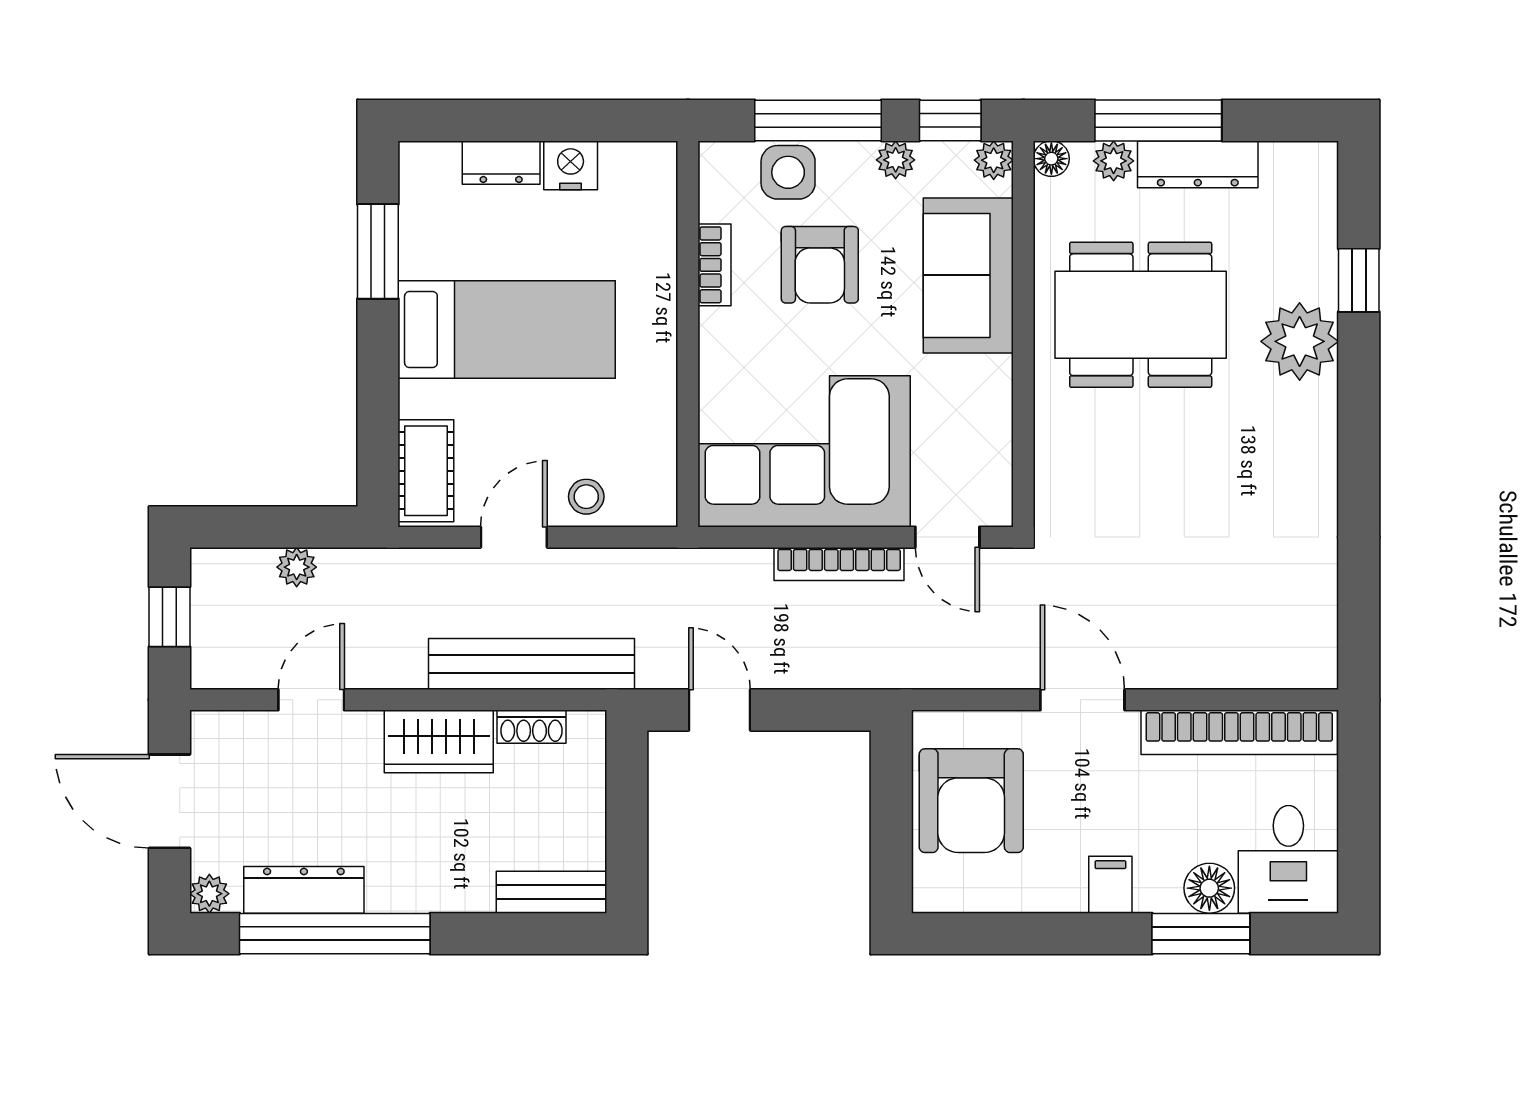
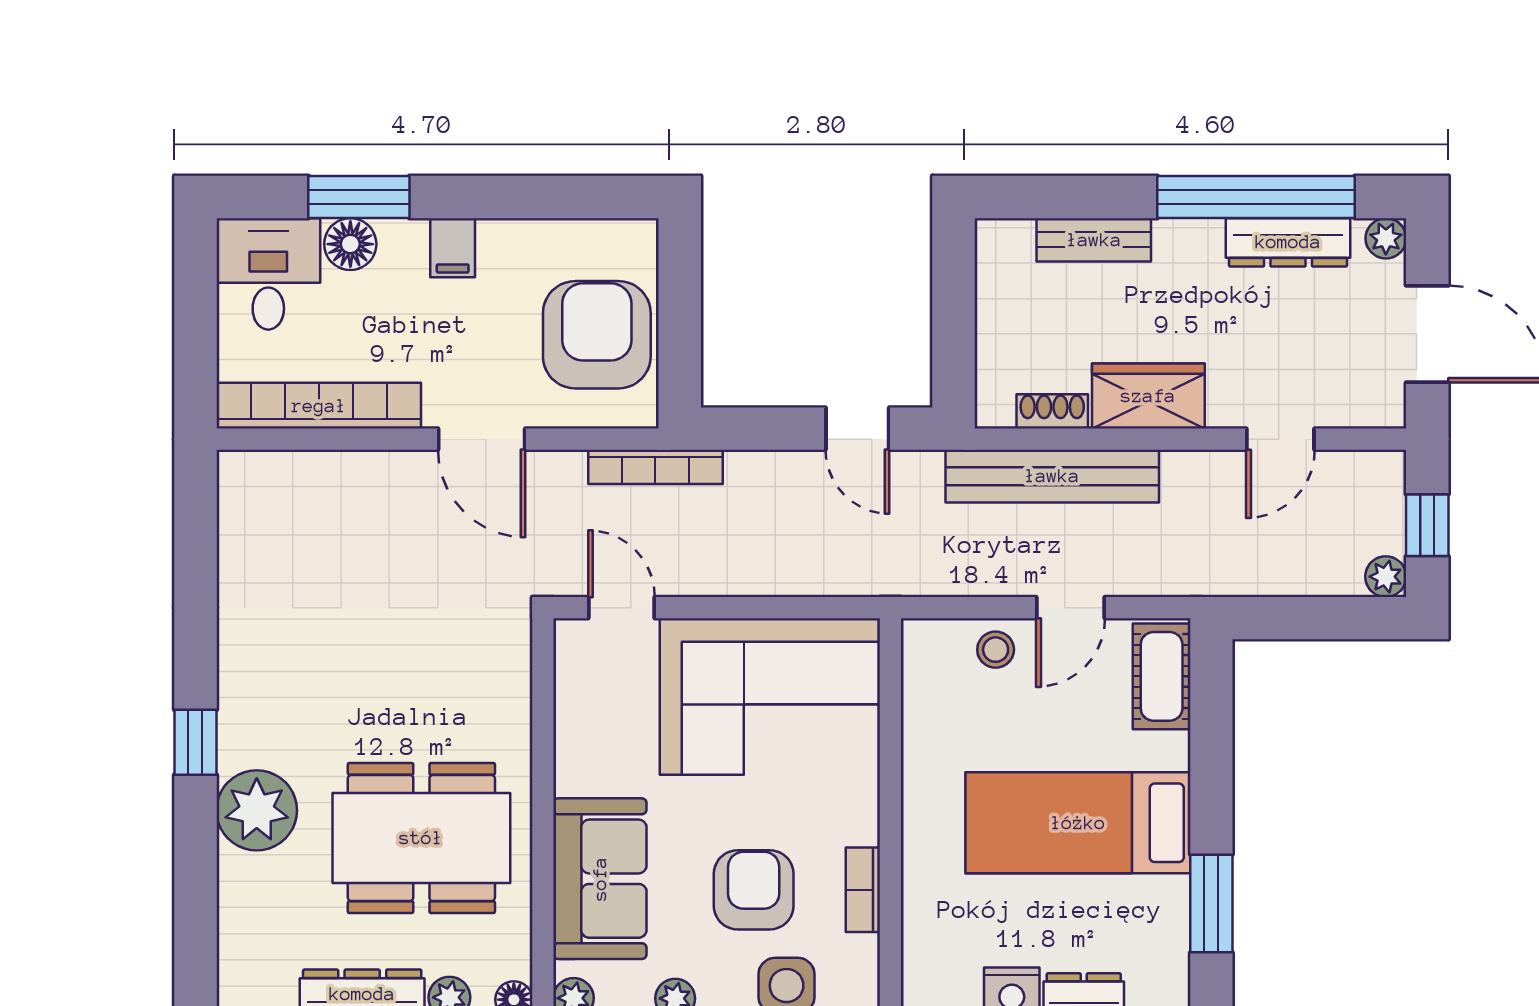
window: (1359, 280) -> (195, 742), moved
bookcase: (839, 564) -> (655, 467), moved, turned 180
plant: (297, 567) -> (1386, 577), moved
bench: (551, 892) -> (1094, 240), moved

